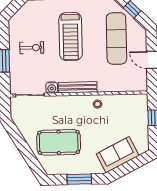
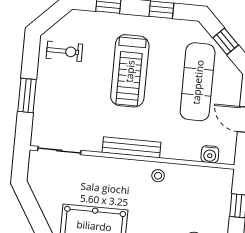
exercise bike: (32, 48) -> (64, 51), moved
water cooler: (52, 88) -> (210, 154), moved

